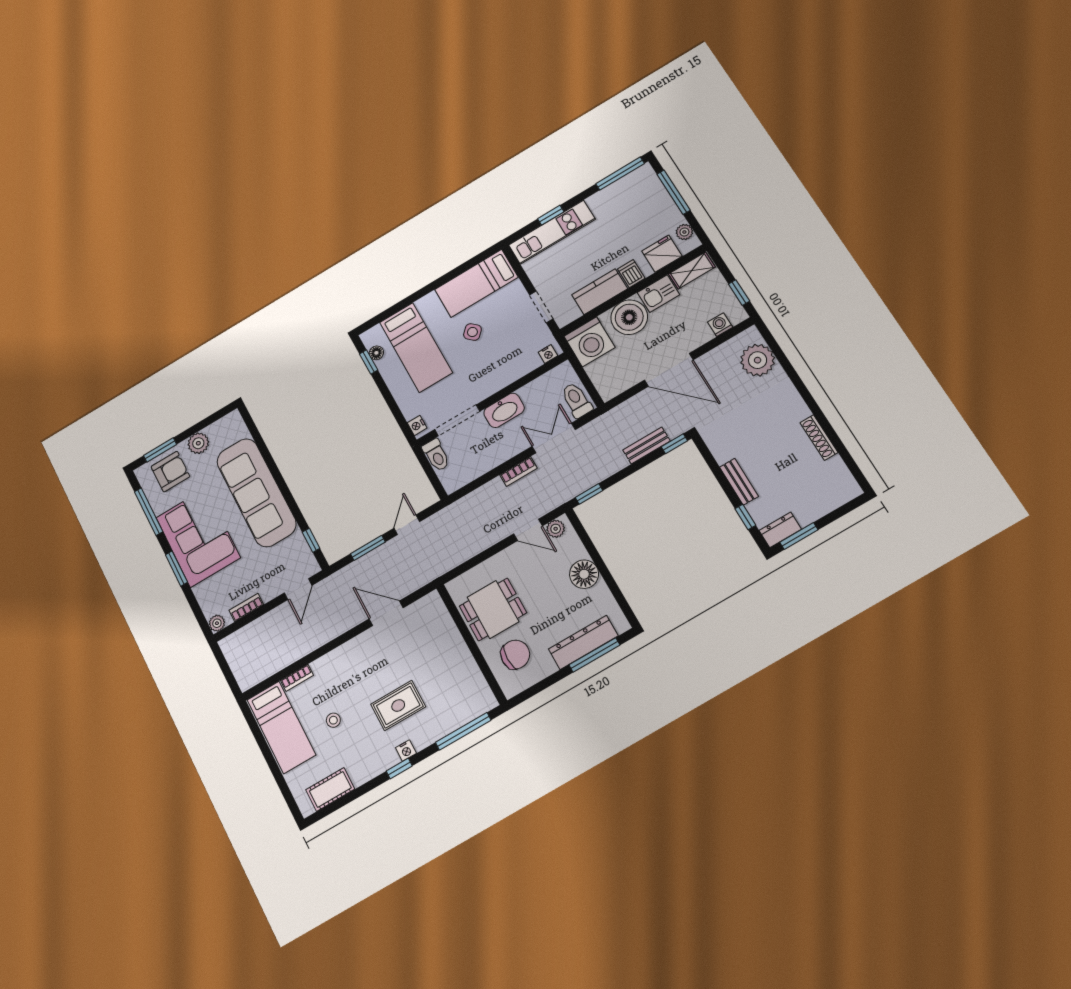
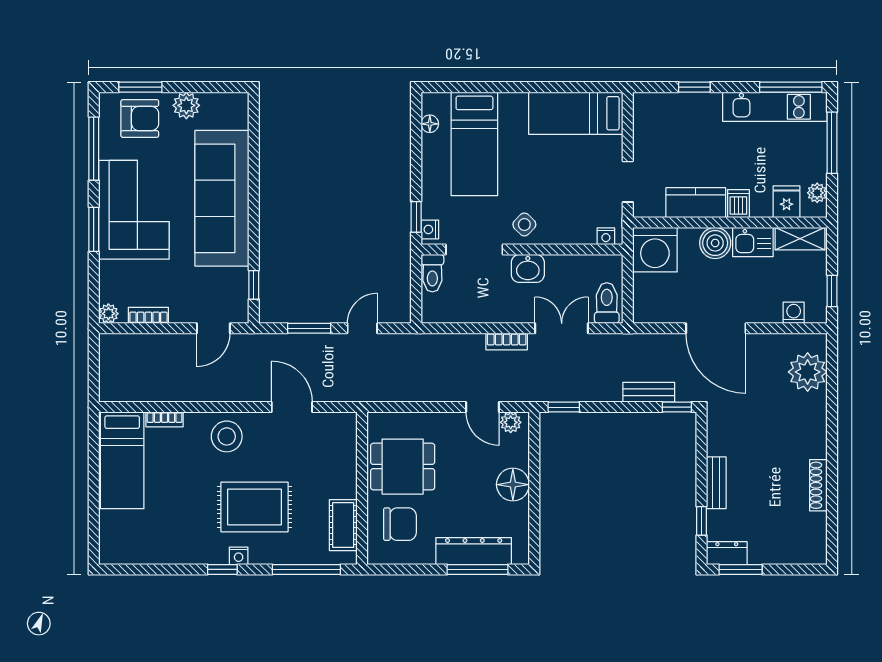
kitchen unit: (552, 232) -> (775, 107), moved
fridge: (662, 254) -> (787, 202), width x0.72
boiler: (629, 317) -> (715, 243), width x0.73, depth x0.73
side table: (472, 332) -> (524, 224), moved
window: (369, 362) -> (416, 217), moved
washbasin: (504, 410) -> (528, 268), width x0.72
rug: (398, 705) -> (255, 507), width x1.36, depth x1.43
stool: (333, 720) -> (227, 436), moved, width x1.89, depth x1.89
cot: (330, 789) -> (343, 525), moved, turned 90

